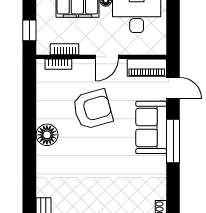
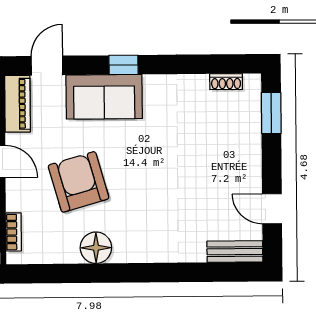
floor lamp: (47, 135) -> (96, 248), moved
window: (173, 141) -> (123, 65), width x0.46

